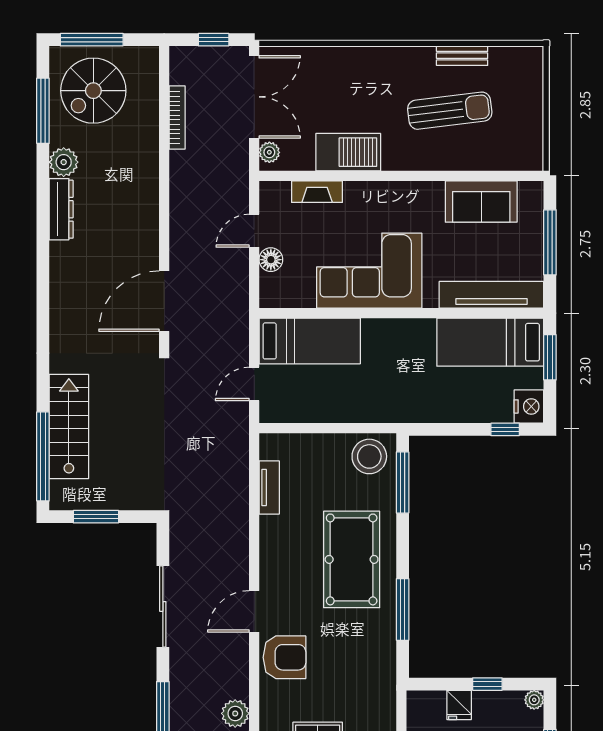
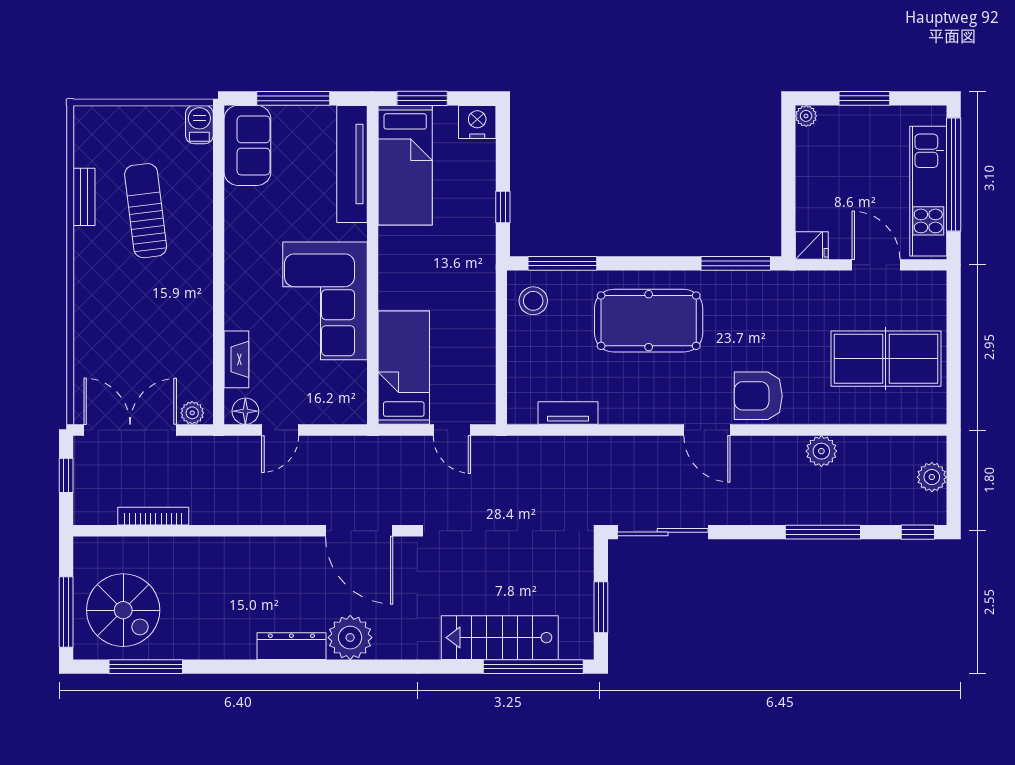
barbecue: (348, 152) -> (199, 125), moved, width x0.53, depth x0.65
plant: (64, 162) -> (350, 638), moved, width x1.36, depth x1.36
sofa: (481, 202) -> (247, 145), moved
dresser: (61, 209) -> (291, 646), moved
door: (254, 231) -> (280, 430), hinge flipped
floor lamp: (271, 260) -> (245, 411), moved
window: (505, 429) -> (503, 207), moved
stool: (369, 456) -> (533, 301), width x0.73, depth x0.73
sliding door: (163, 606) -> (663, 532), moved
window: (403, 609) -> (736, 263), moved
armchair: (285, 657) -> (758, 396), turned -90
window: (487, 684) -> (788, 168), removed
fridge: (459, 705) -> (812, 246), moved

